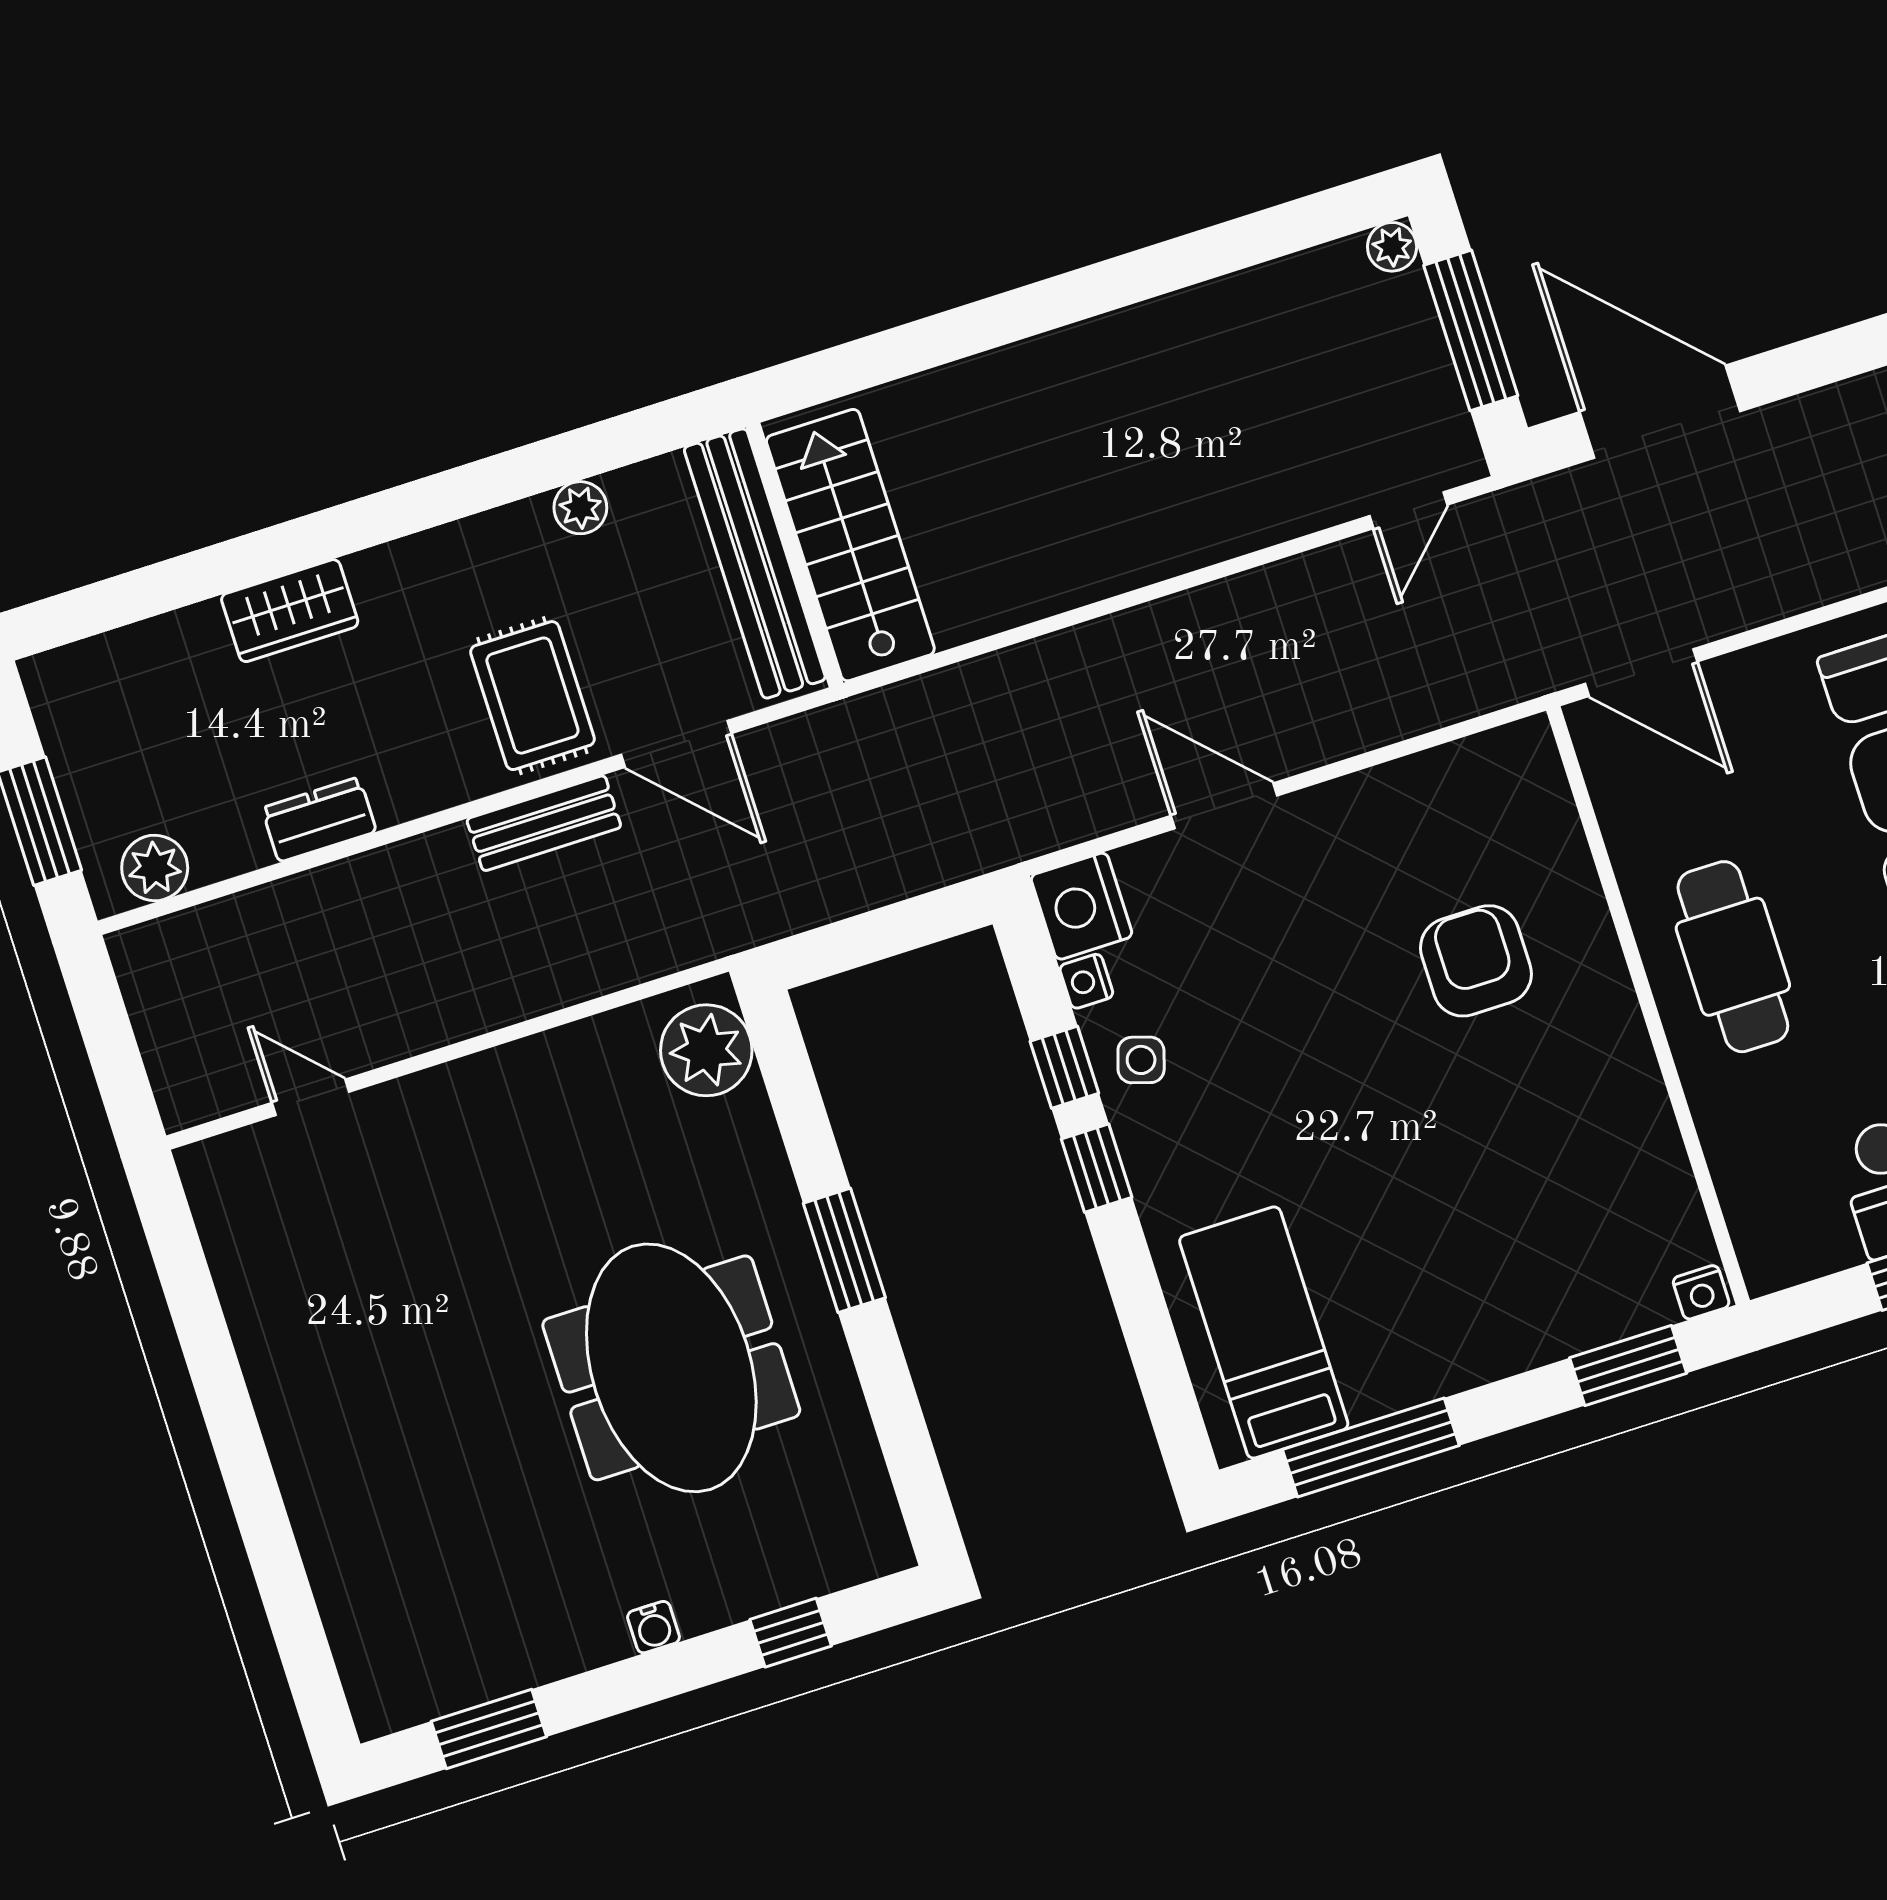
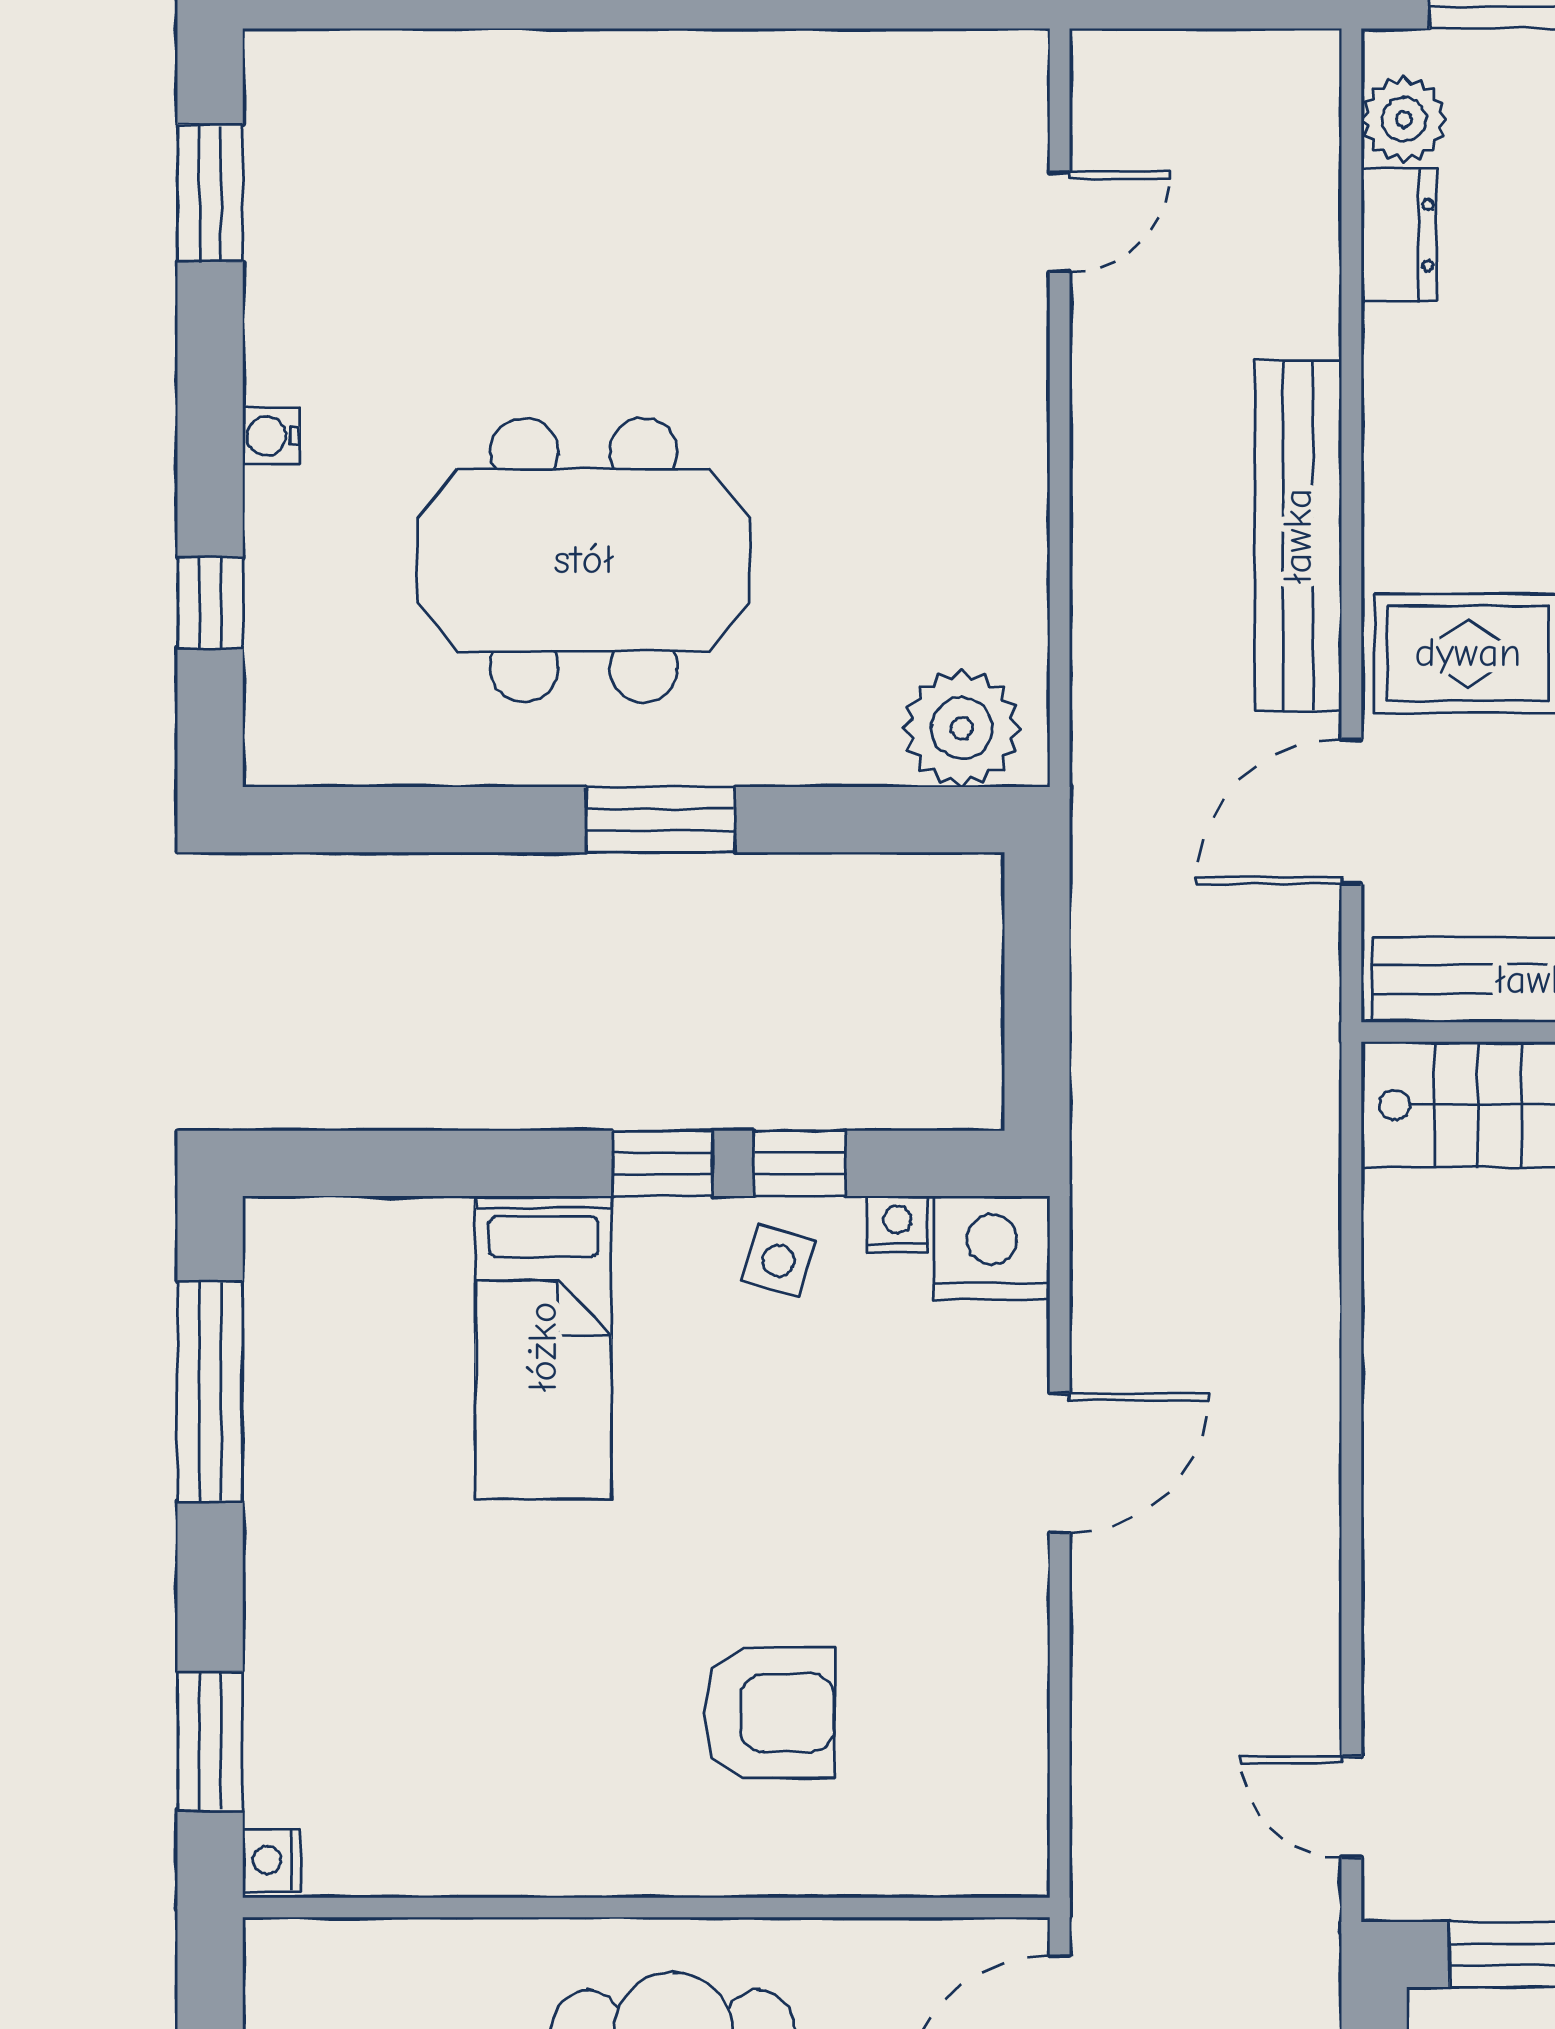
dresser: (319, 820) -> (1399, 235), moved
bench: (544, 823) -> (1298, 536), width x1.86, depth x1.21
bed: (1264, 1333) -> (543, 1347), moved, turned 90

